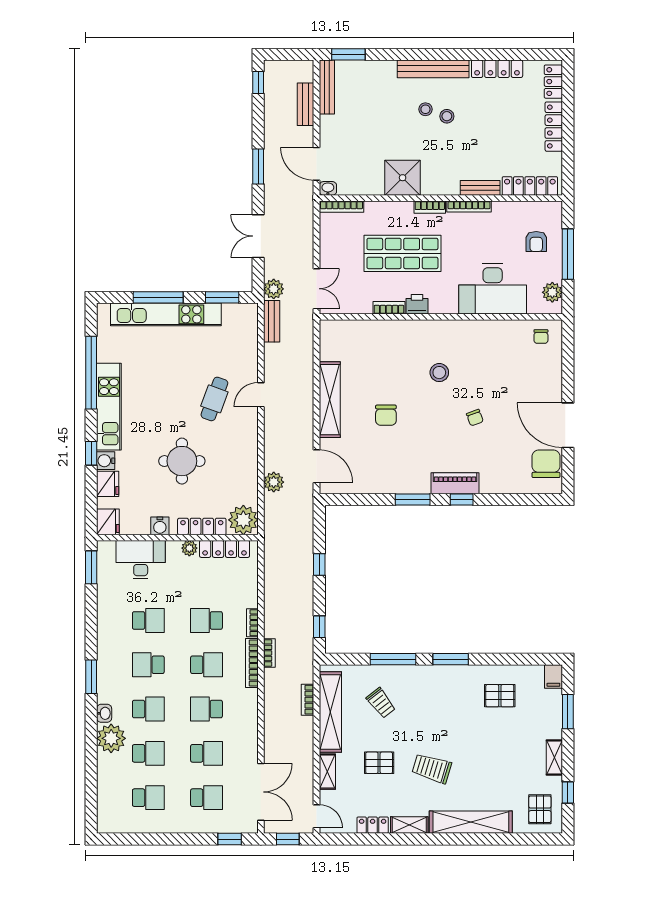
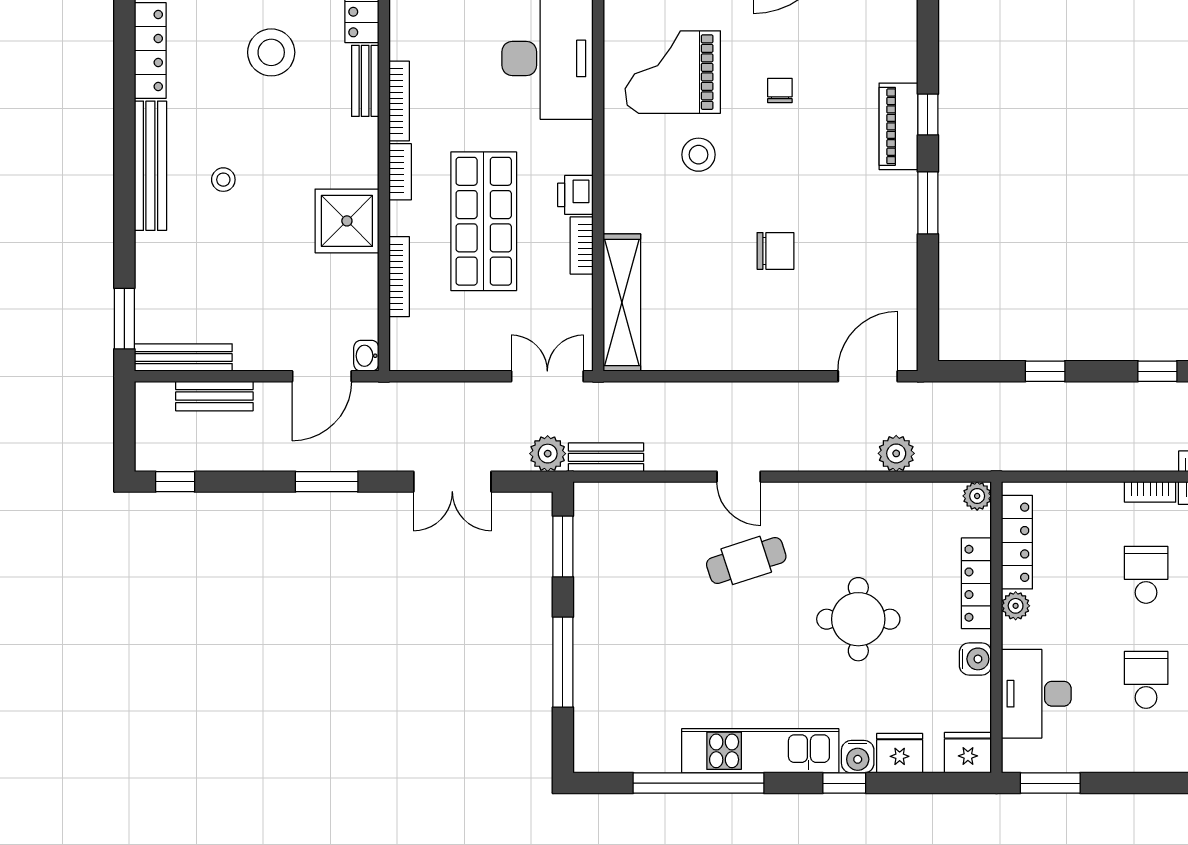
stool: (447, 116) -> (271, 52), moved, width x1.89, depth x1.89
bookcase: (341, 207) -> (399, 277), moved
kitchen unit: (166, 314) -> (594, 648), removed
grand piano: (485, 358) -> (673, 72), added
cafe table: (214, 399) -> (746, 560), turned -38
shelving: (330, 400) -> (622, 303), moved, turned 90
chair: (475, 418) -> (780, 90), turned -70
plant: (243, 520) -> (977, 496), width x0.53, depth x0.53
school desk: (206, 620) -> (1146, 575), turned 180

